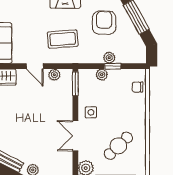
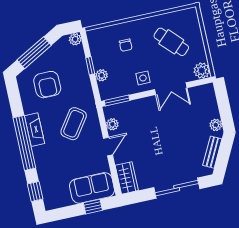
armchair: (104, 23) -> (47, 85), turned -90
coffee table: (63, 39) -> (74, 124), turned 39
plant: (109, 58) -> (75, 39), moved
chair: (138, 87) -> (126, 45), moved

